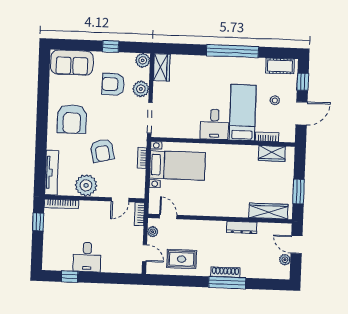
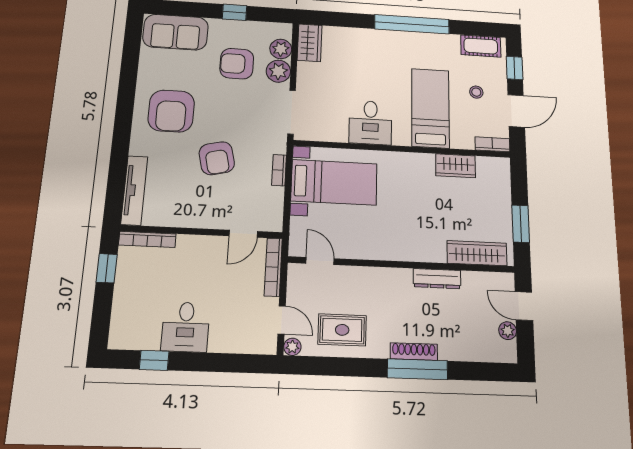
plant: (143, 60) -> (281, 49), moved
desk: (215, 124) -> (370, 123), moved
bookcase: (267, 137) -> (492, 144), moved
wardrobe: (272, 153) -> (456, 166), moved
plant: (86, 185) -> (189, 211), removed
bookcase: (139, 214) -> (273, 267), width x1.56
plant: (153, 232) -> (292, 347), moved

